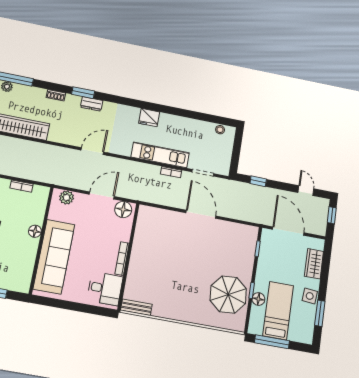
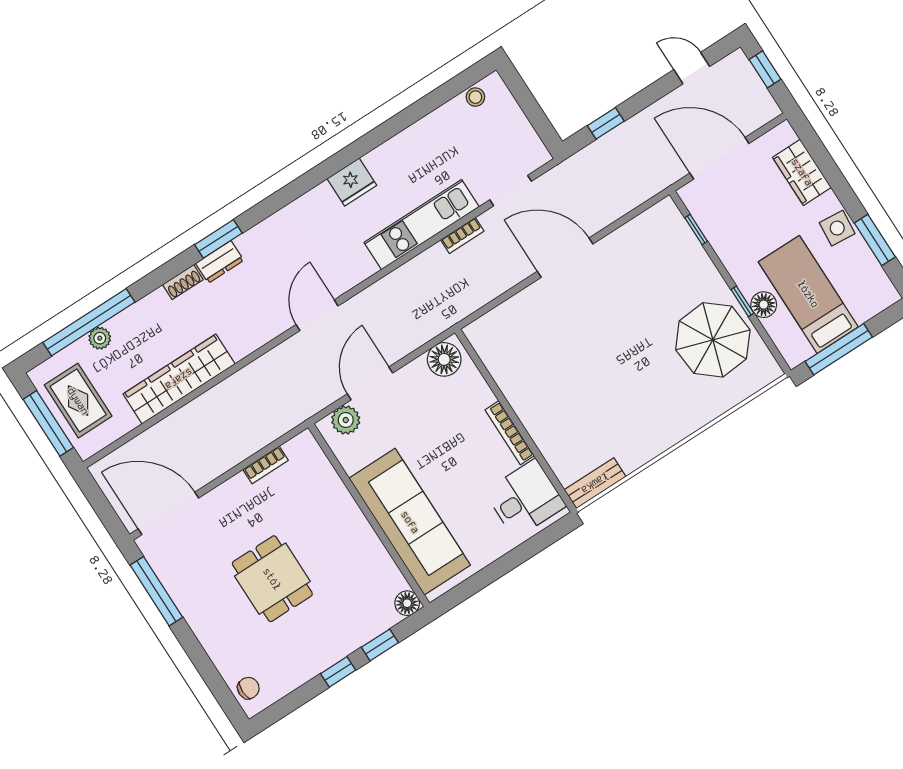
dresser: (92, 104) -> (220, 262), moved
door: (102, 195) -> (370, 383), moved
floor lamp: (35, 231) -> (407, 603), moved

